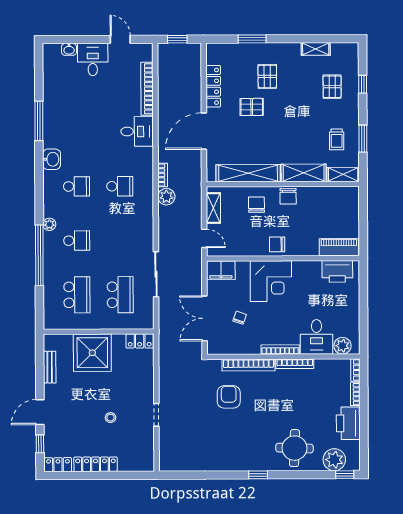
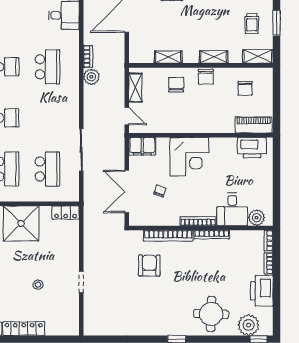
shelving: (248, 173) -> (168, 57), width x0.45, depth x0.75
shelving: (304, 173) -> (214, 57), width x0.67, depth x0.75
school desk: (120, 186) -> (47, 67), width x1.85
chair: (277, 244) -> (245, 88), moved, turned -90

